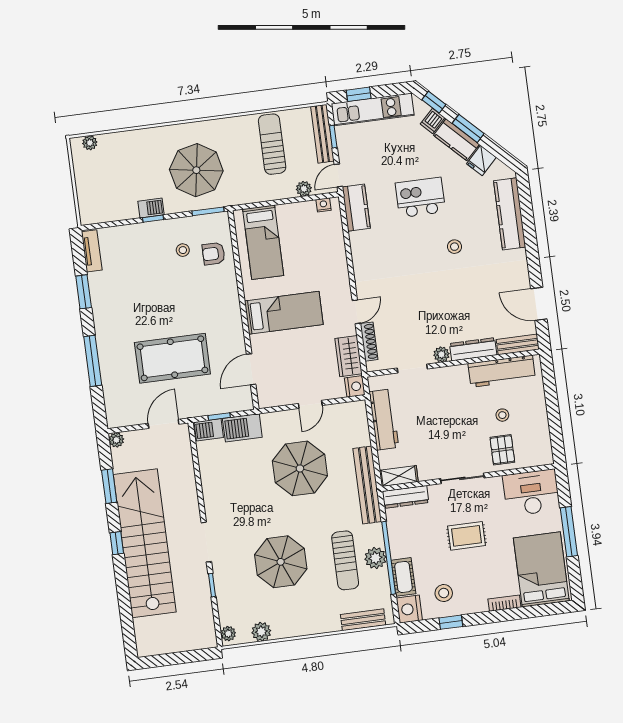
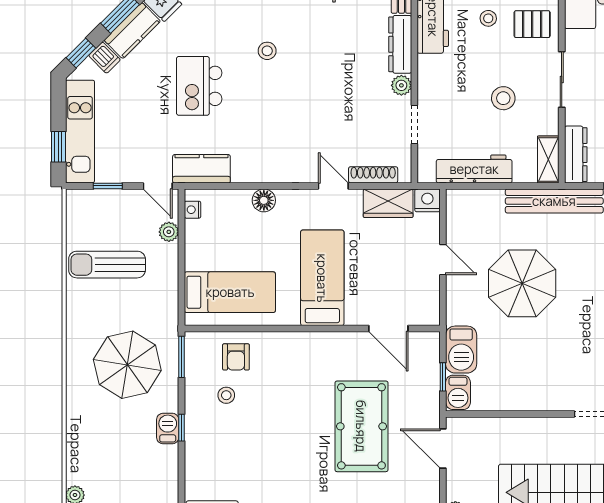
bench: (322, 134) -> (102, 199), removed
floor lamp: (338, 259) -> (264, 200), added
stool: (442, 435) -> (503, 98), added

